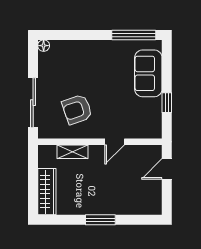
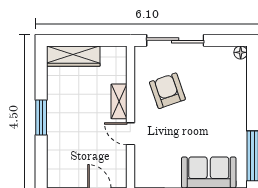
shelving: (72, 152) -> (119, 101), moved

